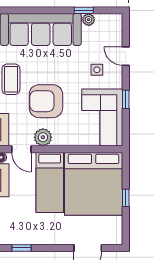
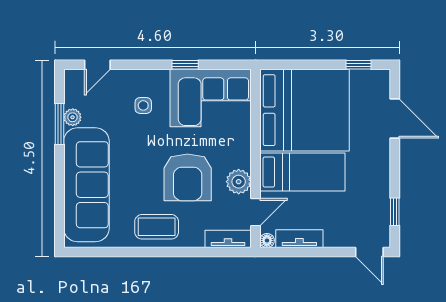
window: (84, 10) -> (59, 124), width x1.50
door: (126, 56) -> (97, 65), moved
window: (126, 198) -> (359, 65), moved

